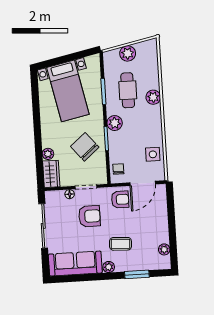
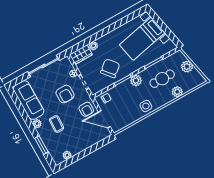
plant: (153, 97) -> (177, 92), moved
side table: (153, 154) -> (146, 106), moved

